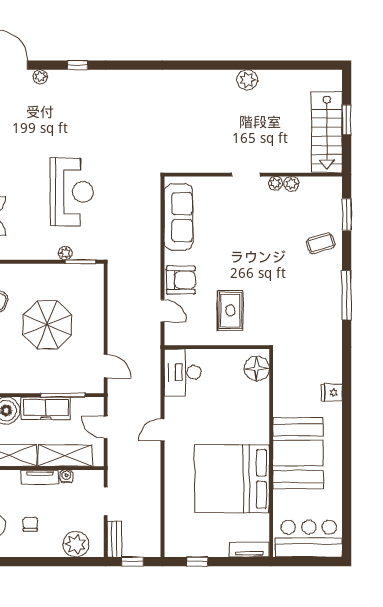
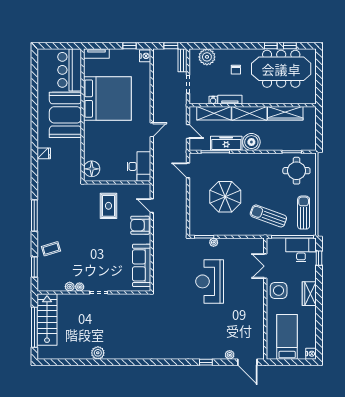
window: (347, 120) -> (34, 327), width x2.11
bar counter: (309, 539) -> (70, 70), moved, turned 90
nightstand: (173, 546) -> (145, 56), added

